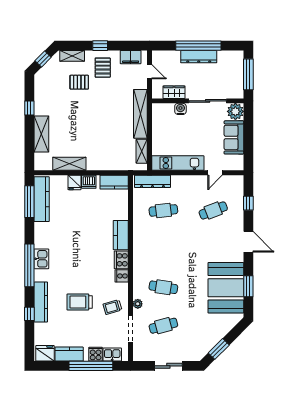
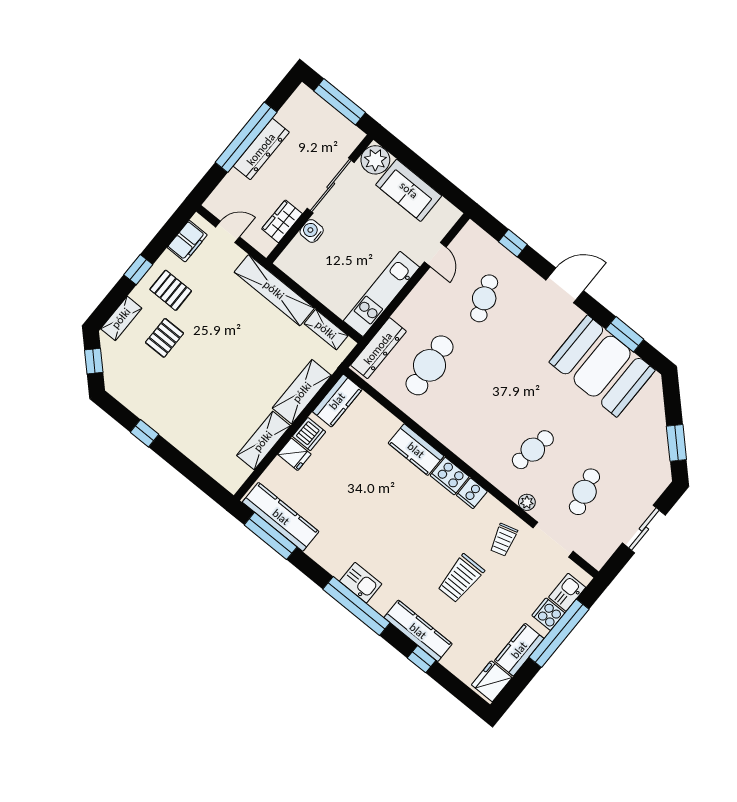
shelving: (41, 134) -> (302, 392), moved, turned 90
cafe table: (163, 210) -> (429, 365), width x1.37, depth x1.35

